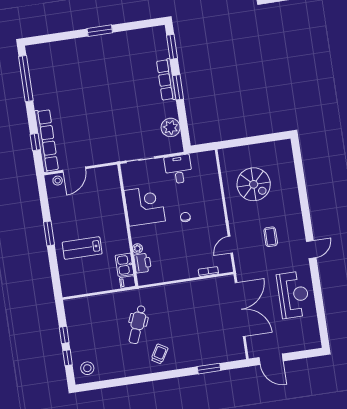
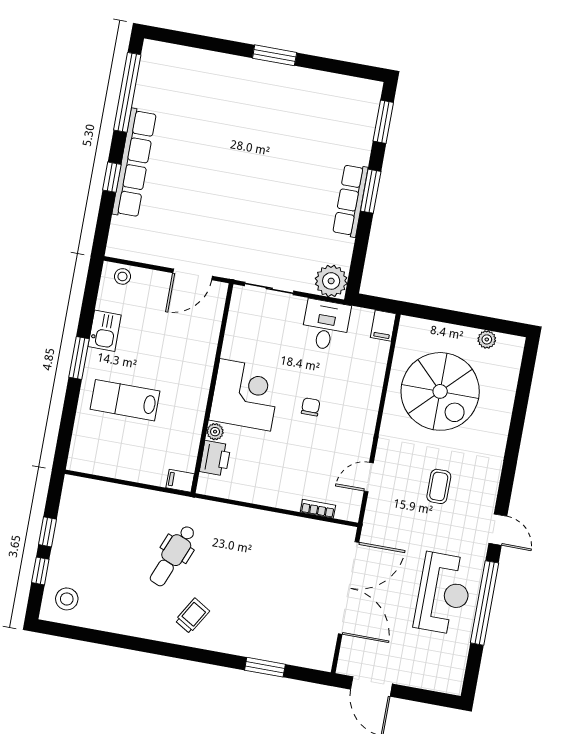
row of seats: (166, 80) -> (350, 200), moved
plant: (171, 127) -> (331, 281), moved
row of seats: (47, 141) -> (134, 163), moved
window: (35, 142) -> (112, 177), moved
plant: (270, 147) -> (487, 339), added
filing cabinet: (210, 159) -> (383, 326), added
door: (74, 170) -> (193, 274), moved
spiral stairs: (254, 184) -> (440, 391), width x1.37, depth x1.37
corner desk: (145, 206) -> (245, 395), moved
door: (311, 249) -> (498, 530), hinge flipped
kitchen sink: (124, 265) -> (105, 331), moved, turned 180
window: (318, 292) -> (484, 603), added

